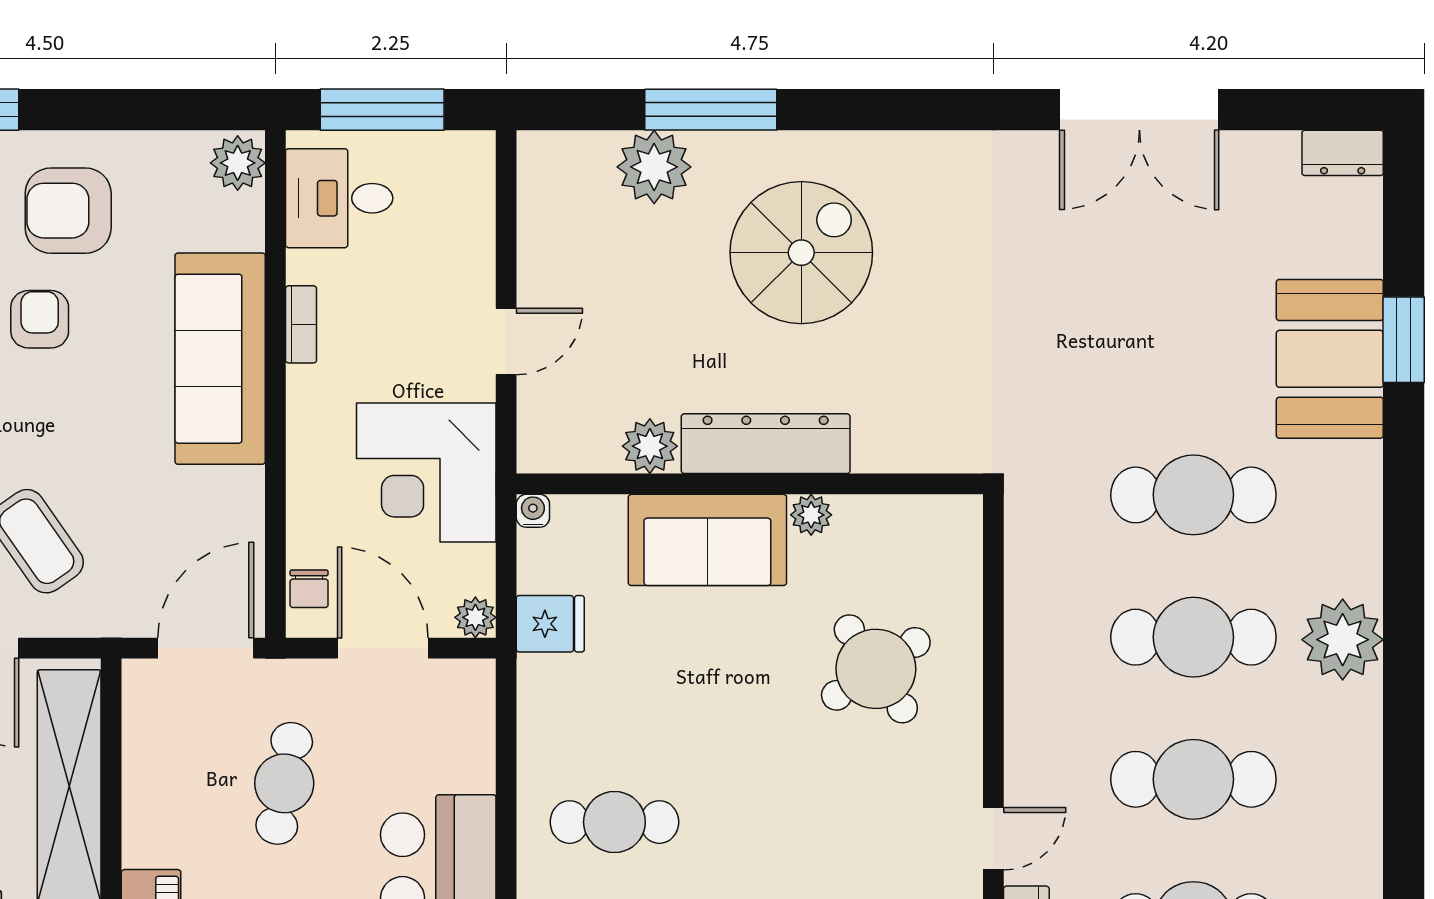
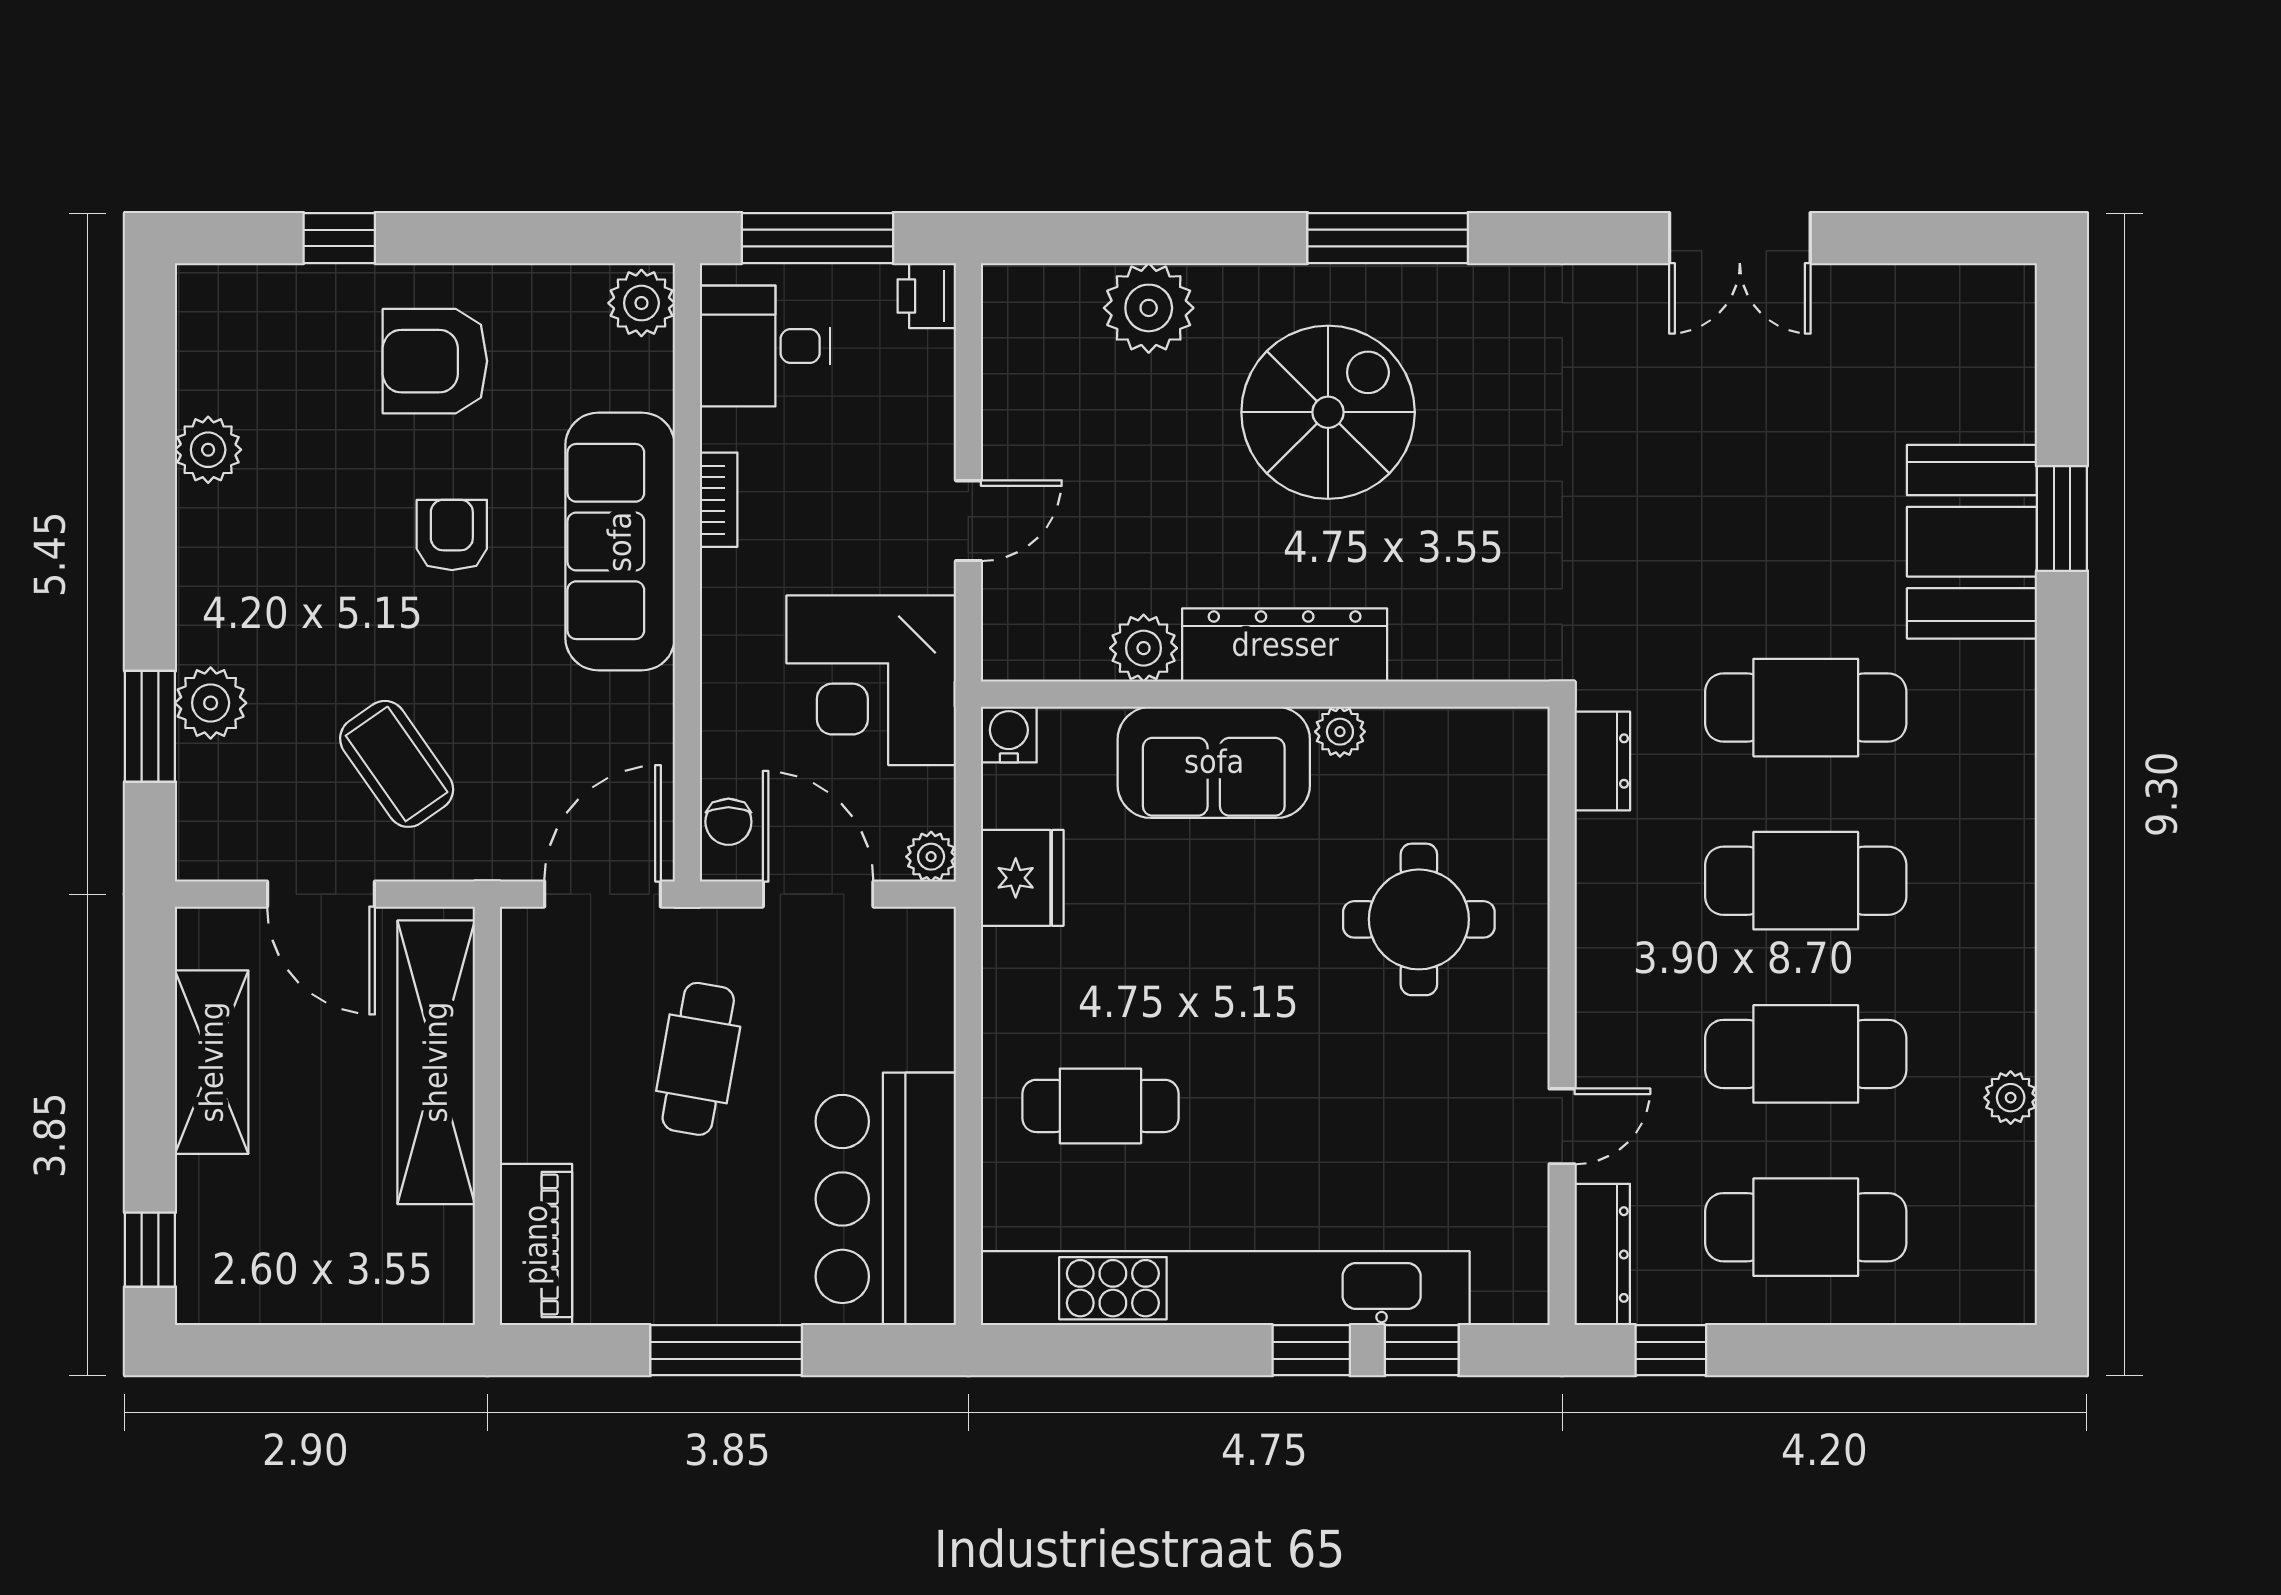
window: (711, 110) -> (1388, 238), moved
double door: (1139, 110) -> (1740, 238), width x0.73
dresser: (1343, 153) -> (1602, 761), moved, turned -90
printer: (472, 157) -> (927, 296), added
armchair: (40, 319) -> (452, 535), moved
water cooler: (533, 511) -> (1009, 735), width x1.38, depth x1.38
fridge: (550, 624) -> (1022, 878), width x1.38
plant: (1343, 640) -> (2011, 1098), moved, width x0.53, depth x0.53
round table: (876, 669) -> (1419, 919), turned 34

